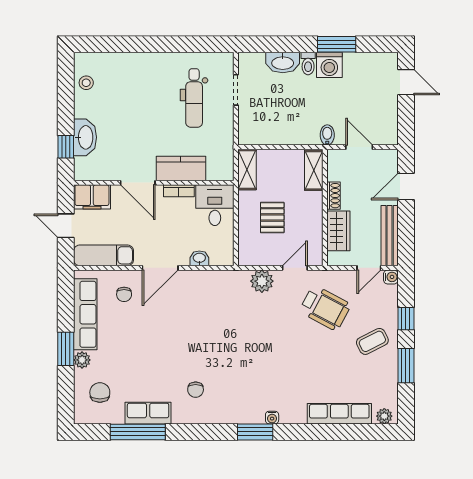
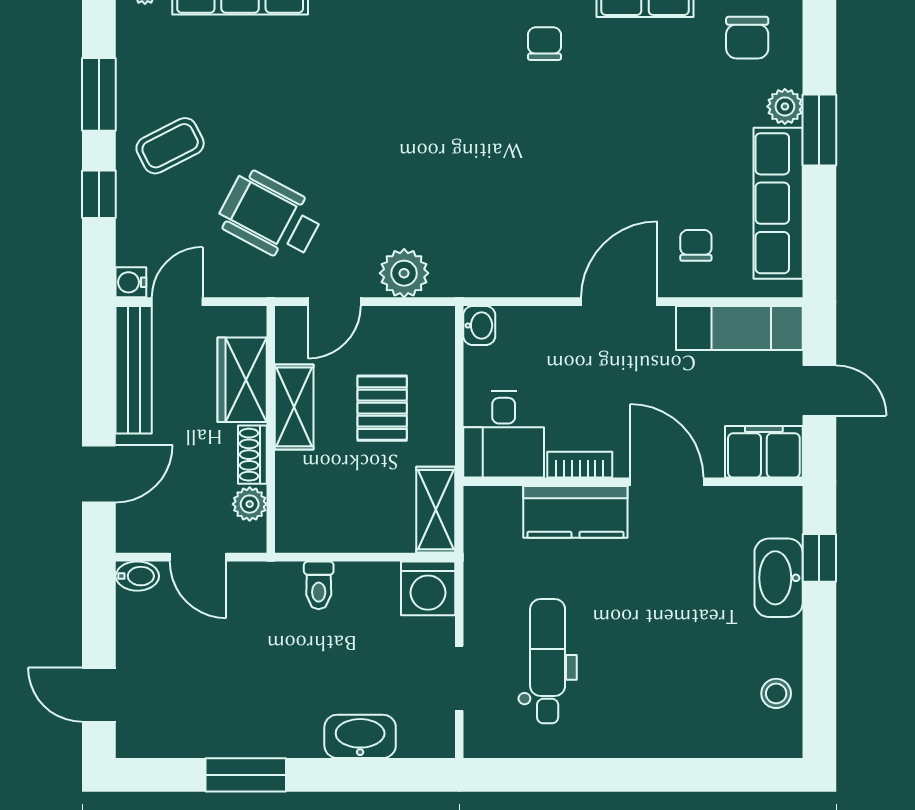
toilet: (308, 64) -> (319, 585), moved, turned 180
washing machine: (329, 65) -> (428, 588), moved, turned 180
bidet: (327, 135) -> (137, 576), moved, turned -90
shelving: (314, 170) -> (294, 407), moved
plant: (335, 172) -> (250, 504), added
washbasin: (199, 258) -> (479, 326), moved, turned -90

